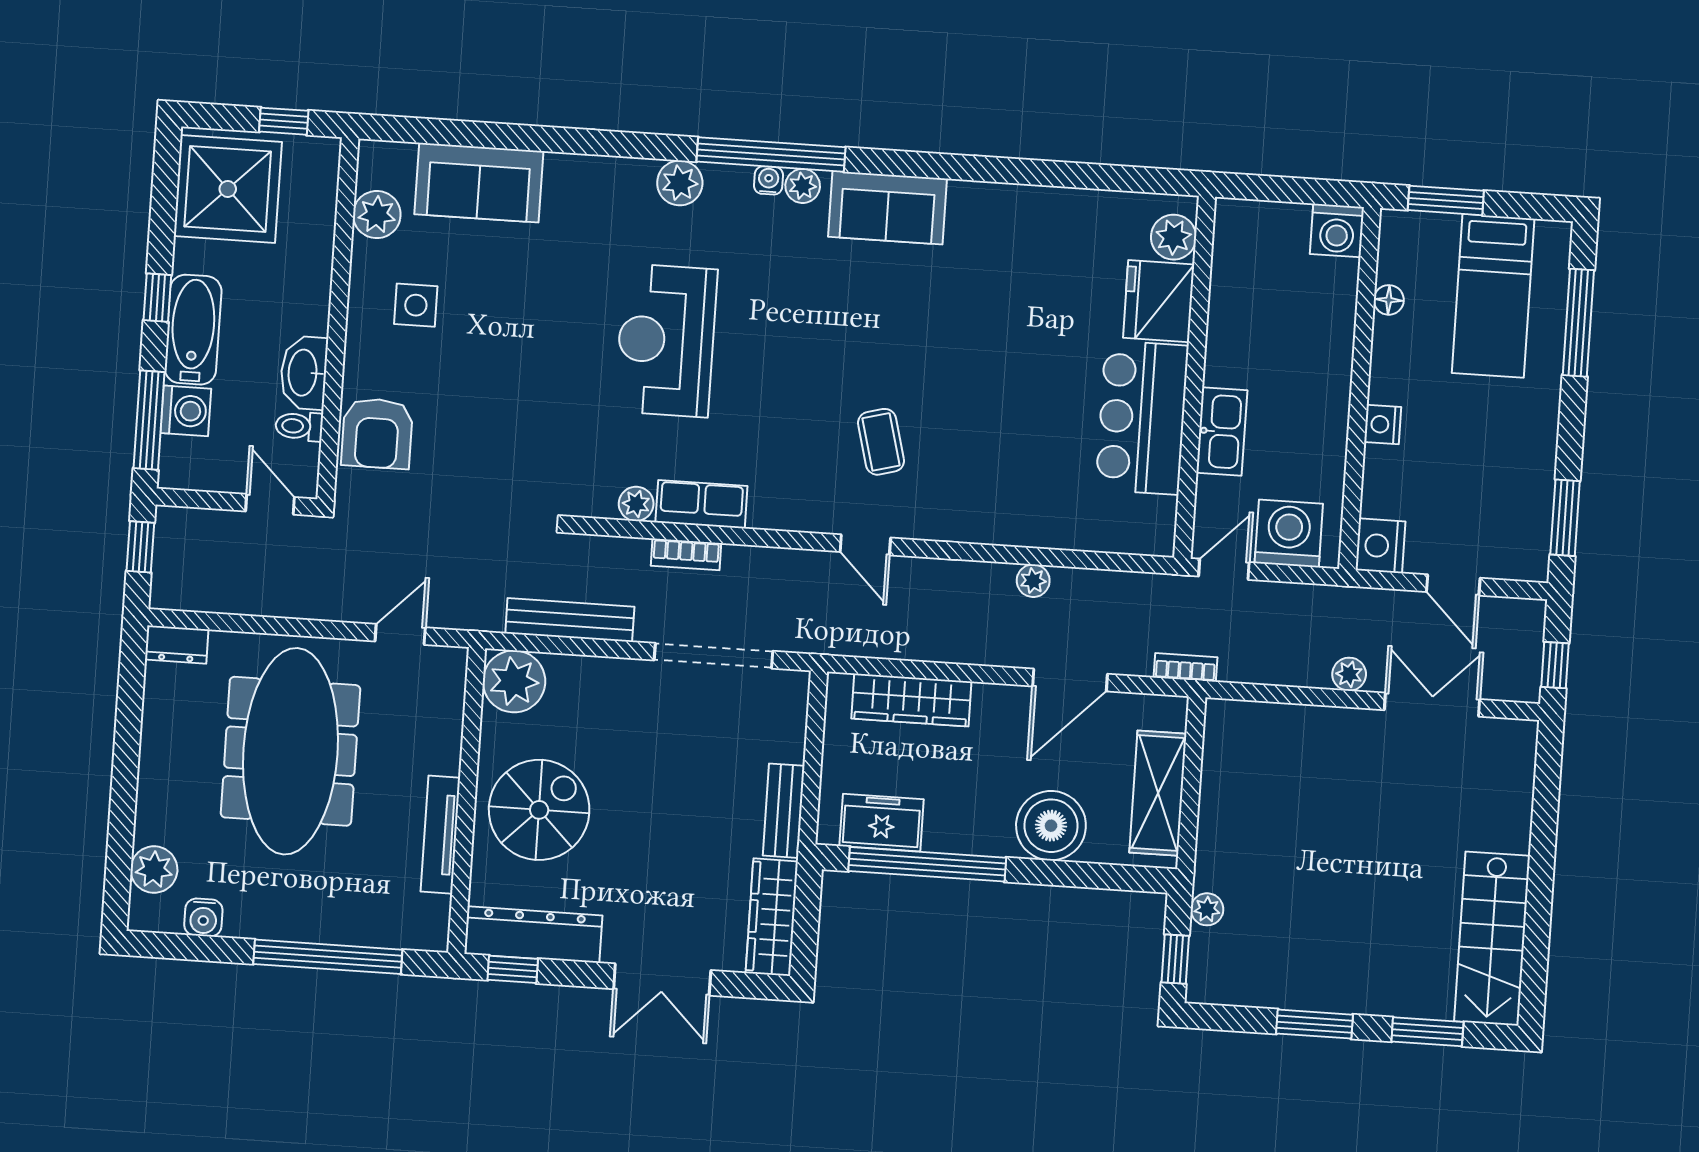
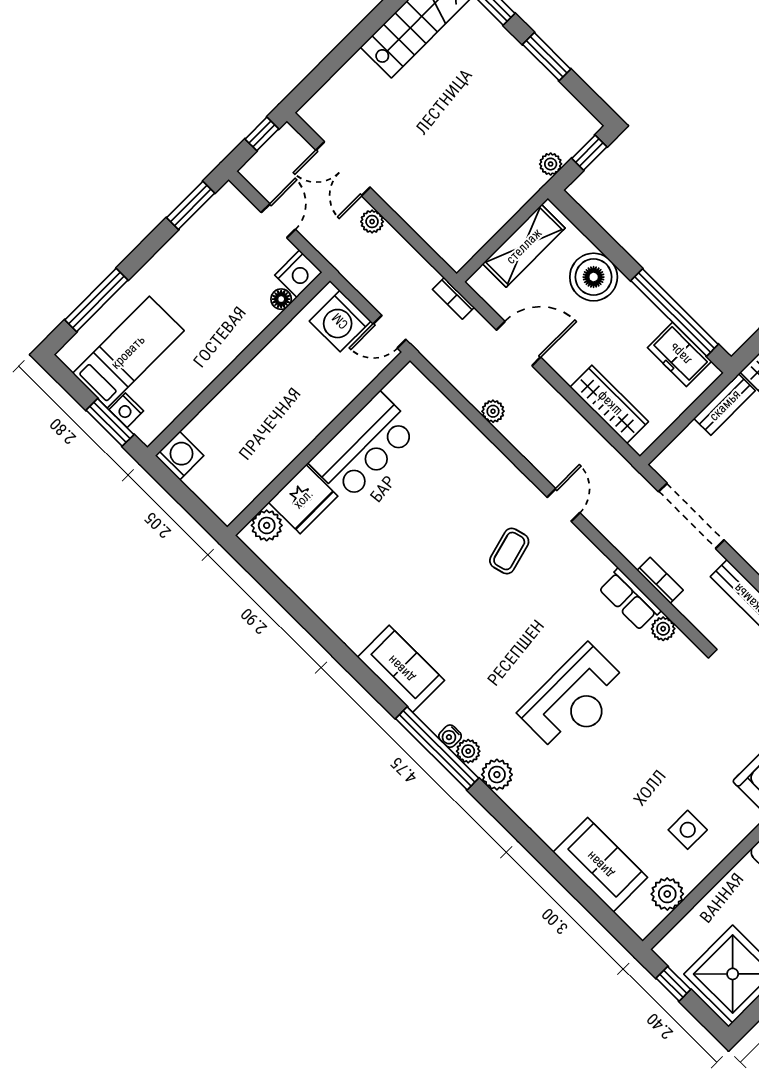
plant: (803, 186) -> (468, 751), moved
floor lamp: (1389, 300) -> (281, 299), moved
nightstand: (1383, 424) -> (126, 410), moved, turned 90
kitchen sink: (1222, 432) -> (329, 404), removed

